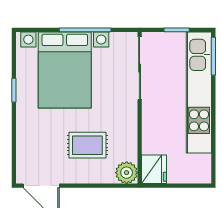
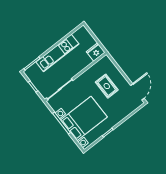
kitchen unit: (199, 92) -> (57, 53), width x0.73
plant: (127, 173) -> (106, 62), removed

